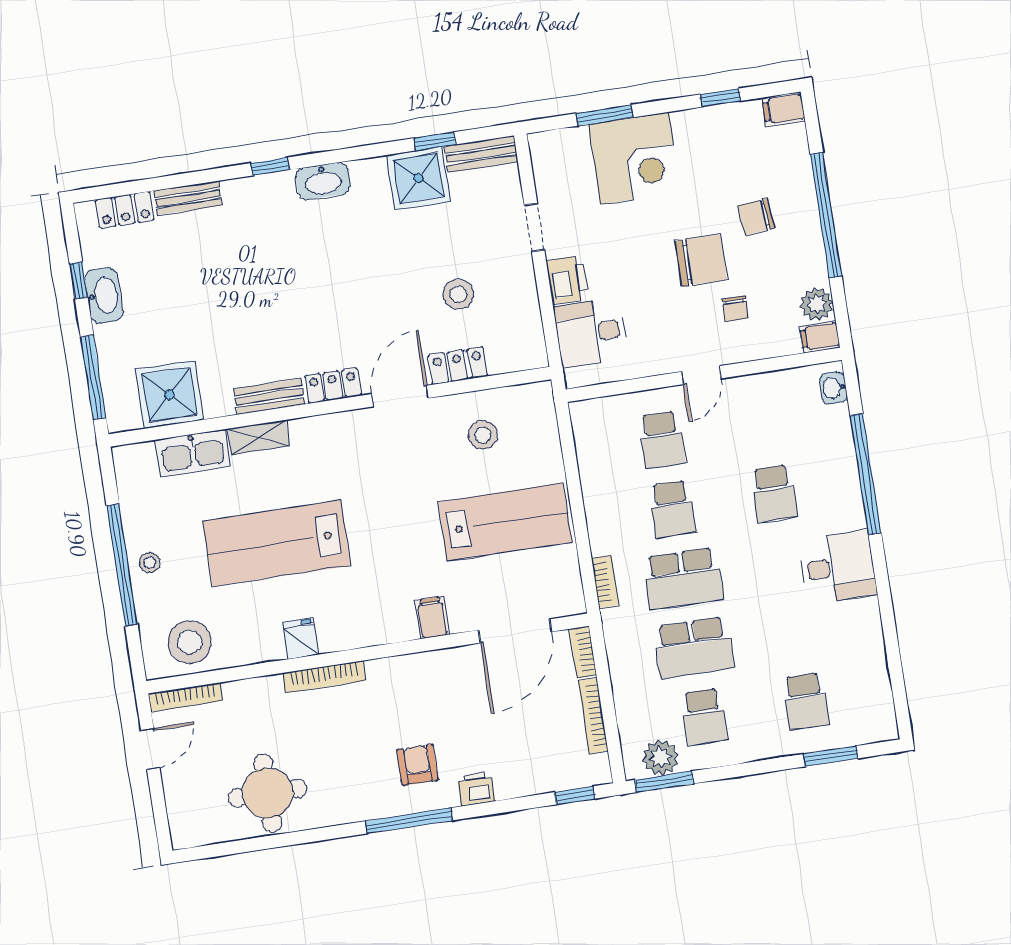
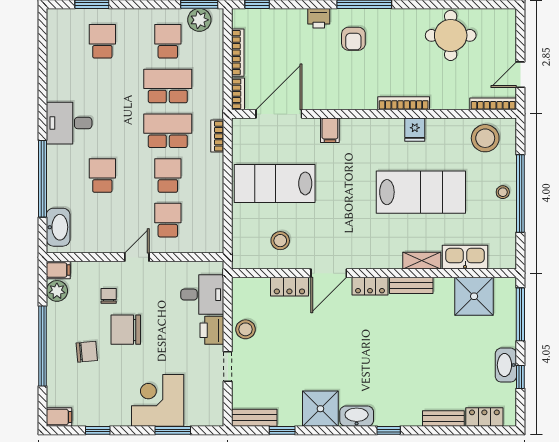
shower: (418, 178) -> (320, 409), moved
stool: (458, 294) -> (245, 329), moved
washbasin: (833, 388) -> (58, 227), width x1.91, depth x1.45

